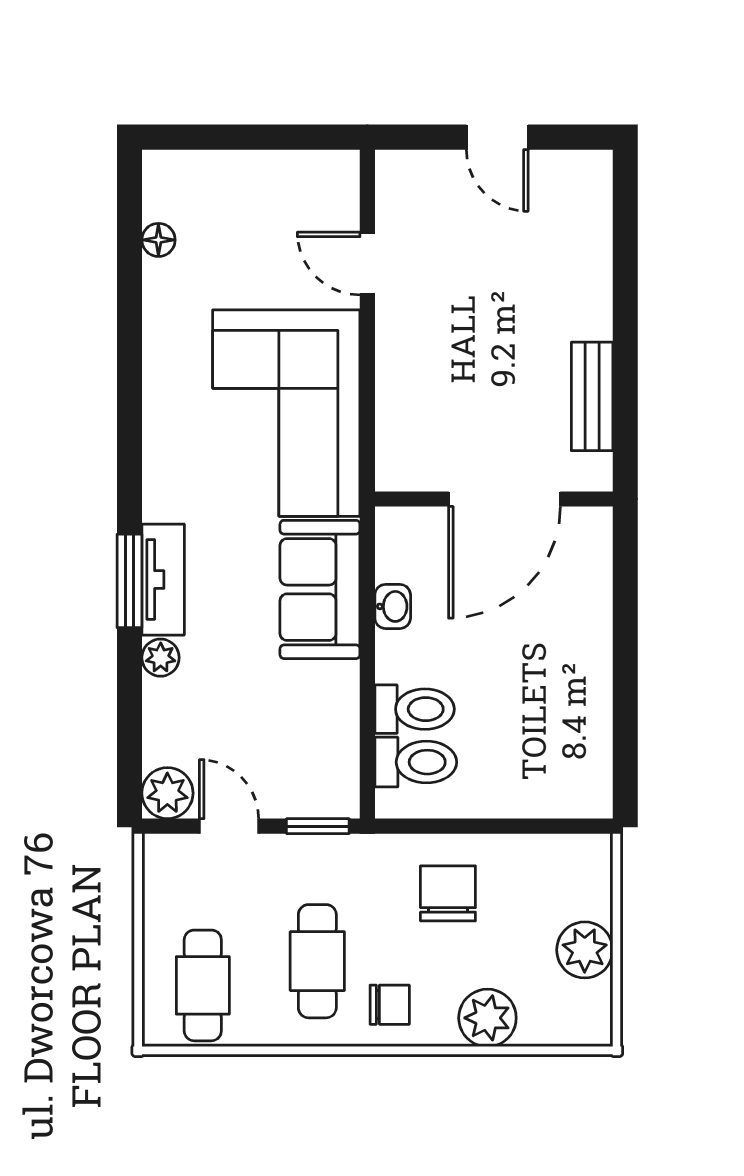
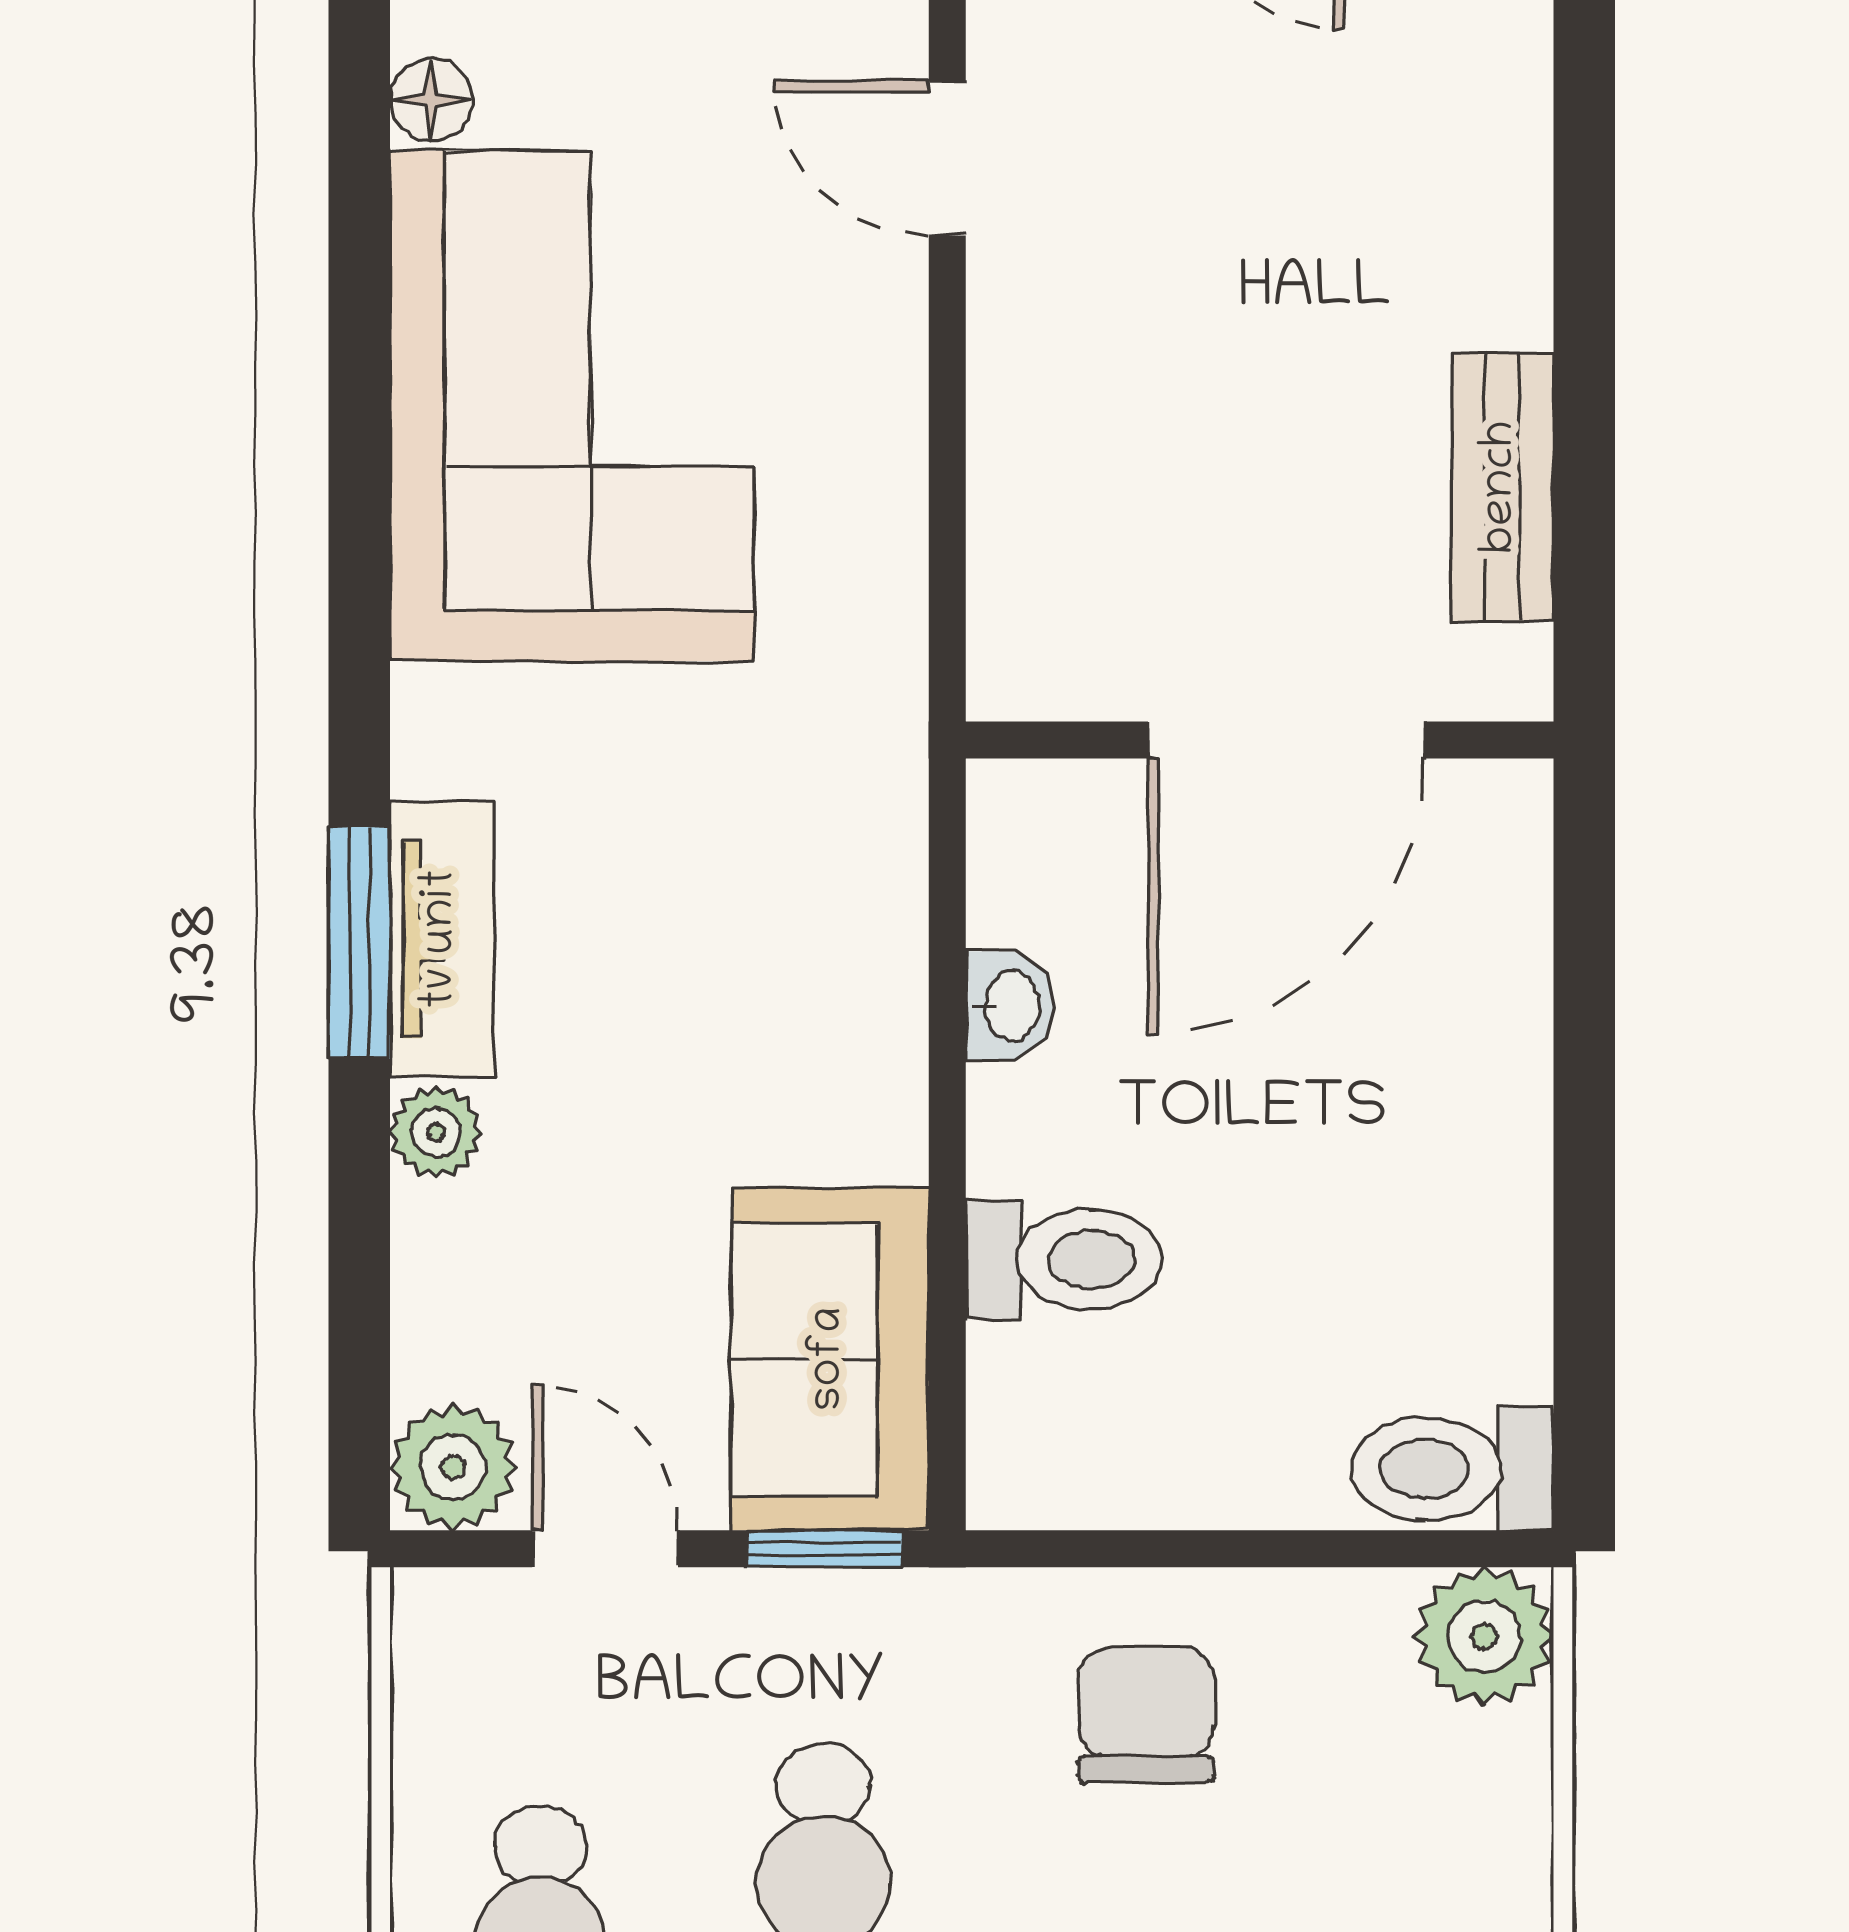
corner sofa: (286, 413) -> (572, 406), moved, turned 180
sofa: (320, 589) -> (830, 1359), moved
toilet: (416, 762) -> (1453, 1469), moved, turned 180
plant: (585, 950) -> (1484, 1636), moved

